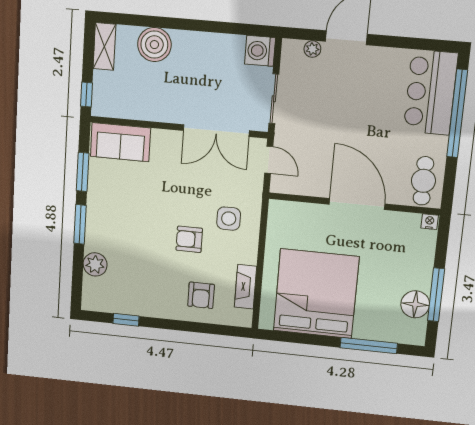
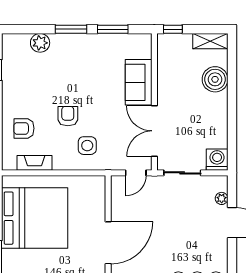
sofa: (120, 142) -> (139, 82), moved

